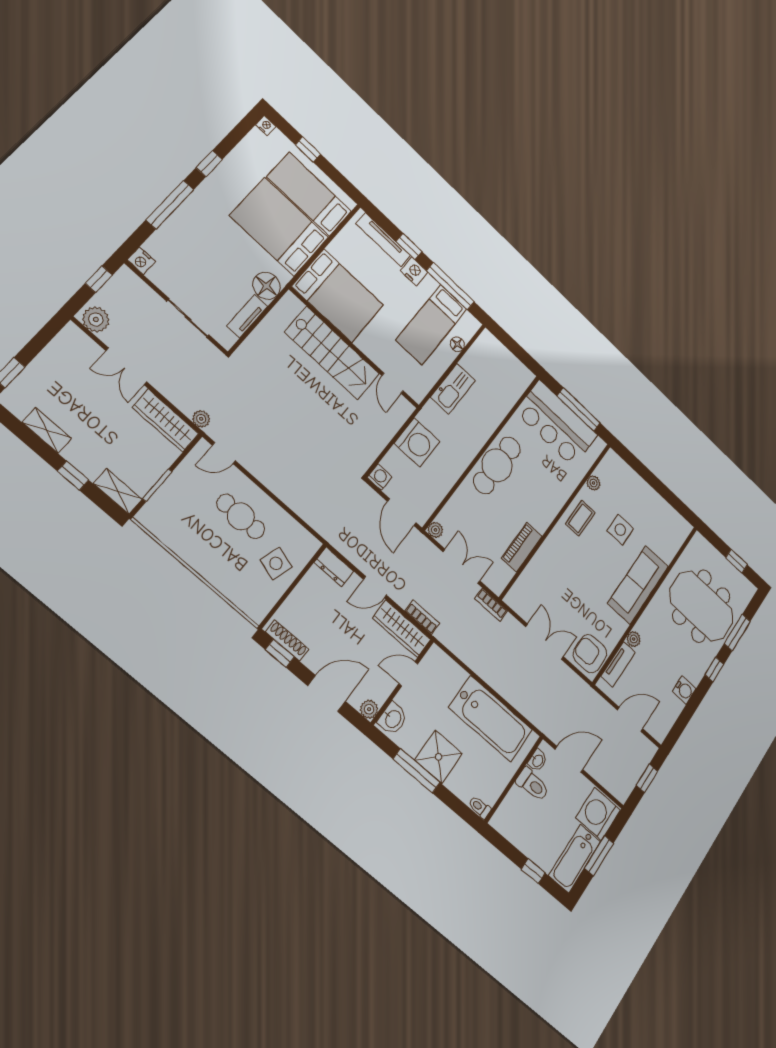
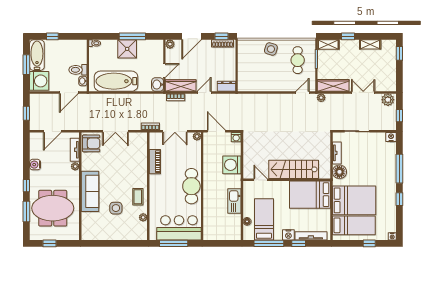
cafe table: (241, 516) -> (298, 60), moved, turned 90
side table: (276, 563) -> (271, 49), moved
washbasin: (393, 719) -> (158, 85), moved

